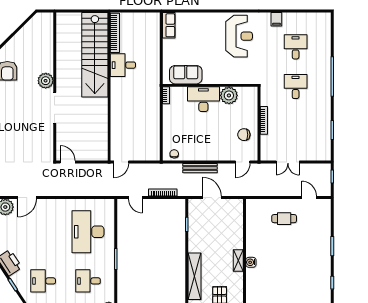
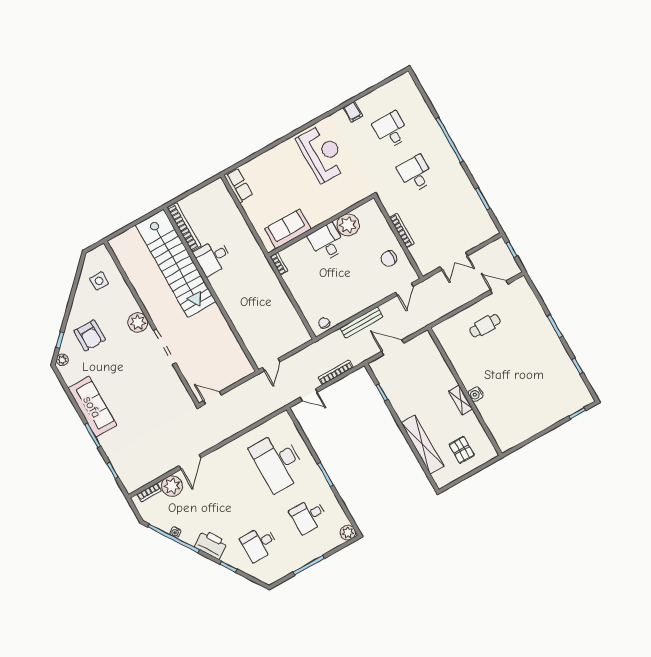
side table: (35, 37) -> (99, 281), added
desk: (203, 99) -> (327, 242), width x0.73

